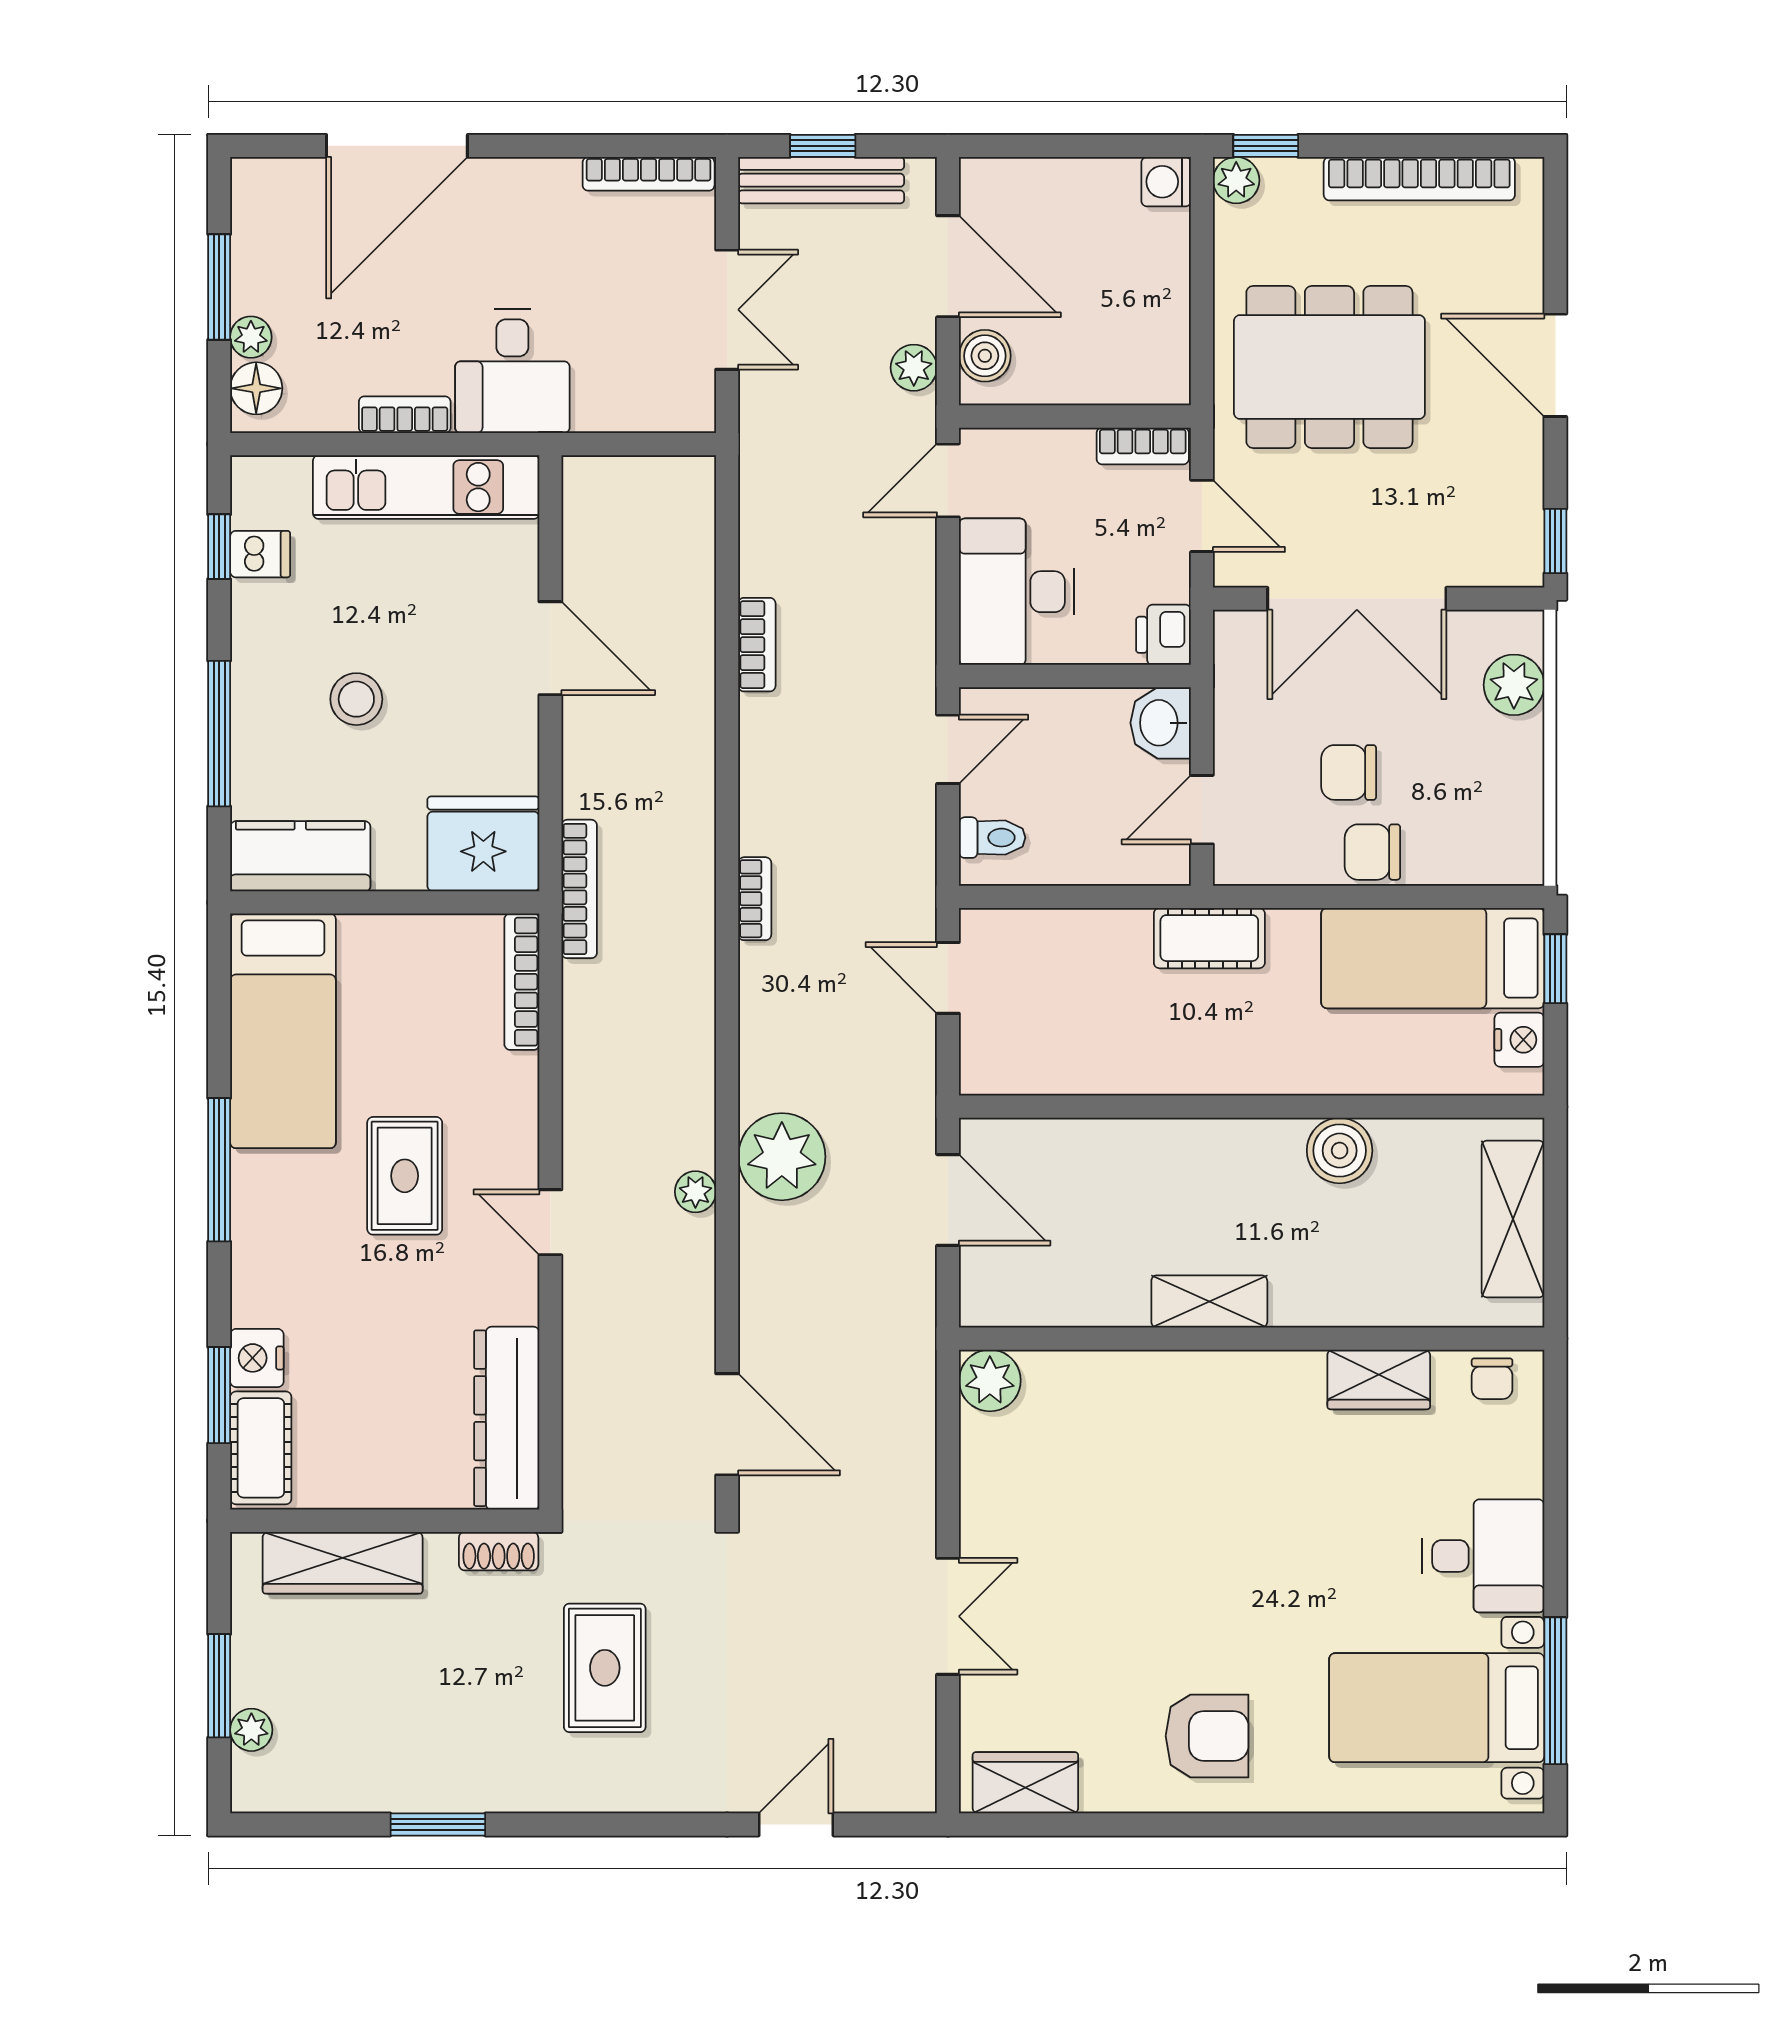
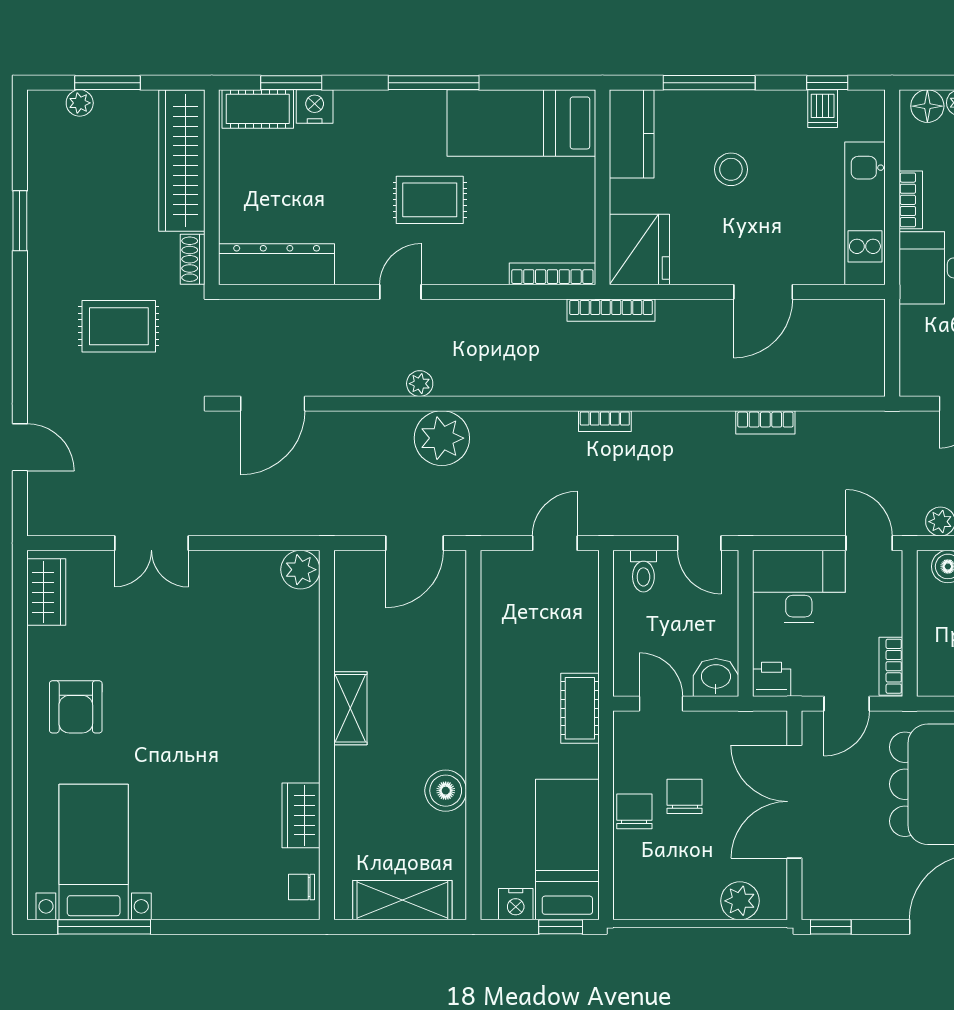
desk: (1483, 1556) -> (190, 881), removed
wardrobe: (343, 1563) -> (182, 161), width x1.40, depth x1.17

